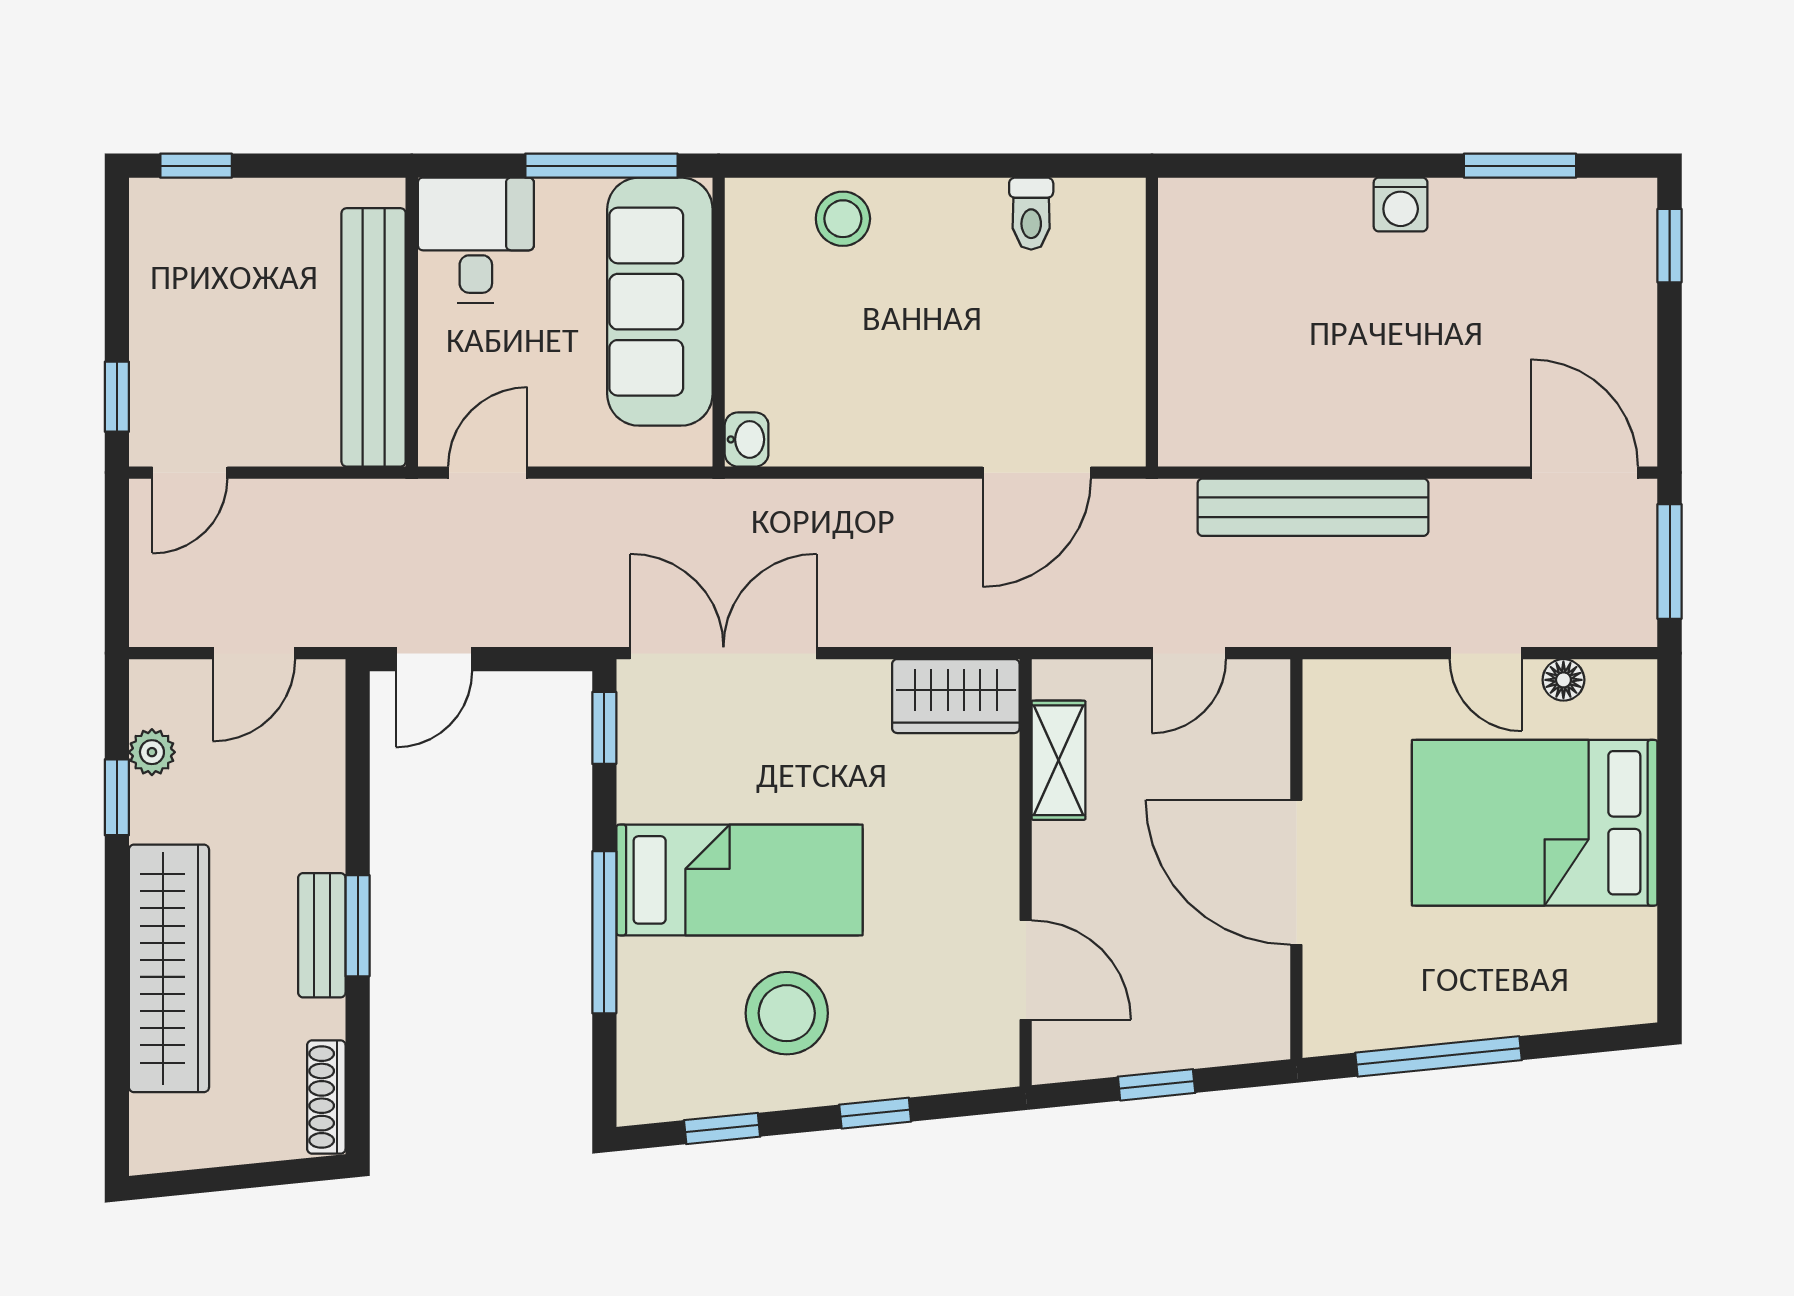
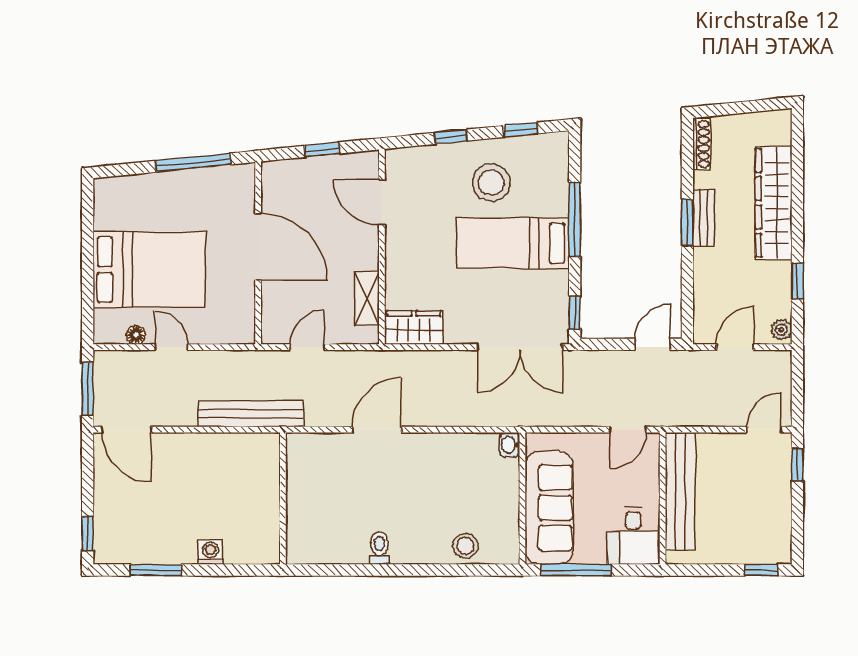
wall: (1152, 322) -> (283, 498), moved
plant: (152, 752) -> (781, 330), moved

